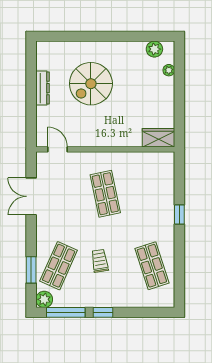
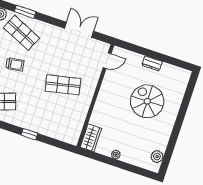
plant: (169, 70) -> (116, 154), moved
dresser: (43, 88) -> (152, 63), width x0.70

